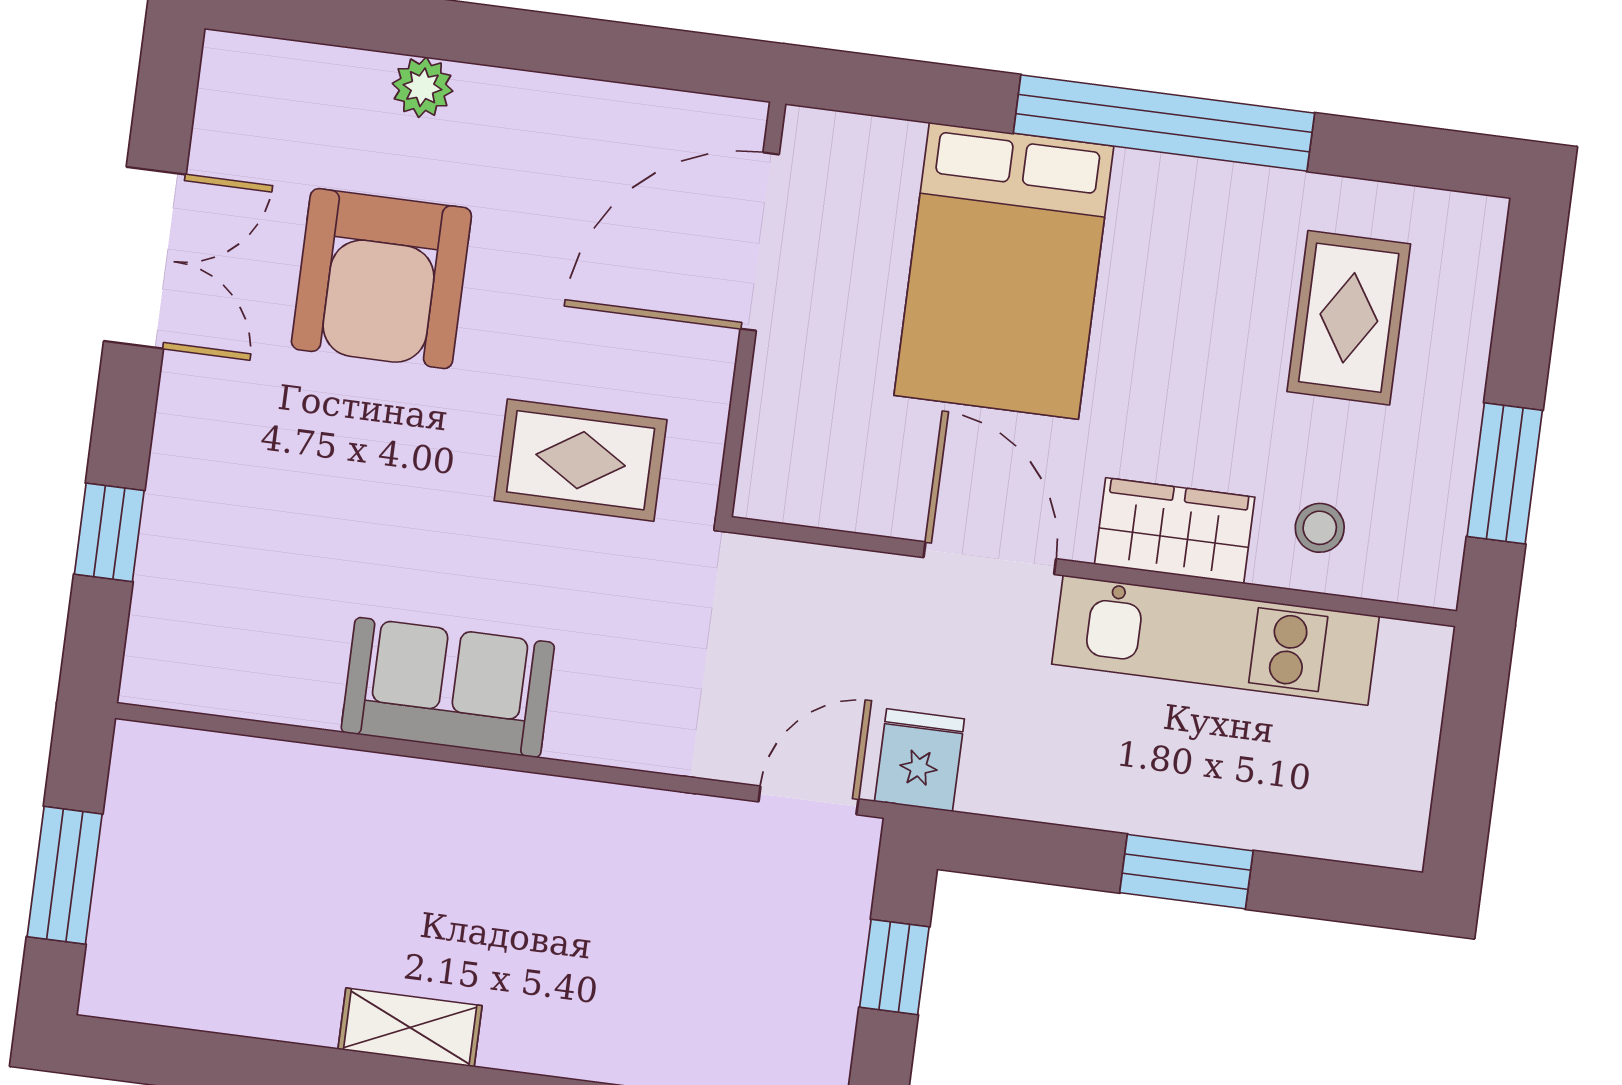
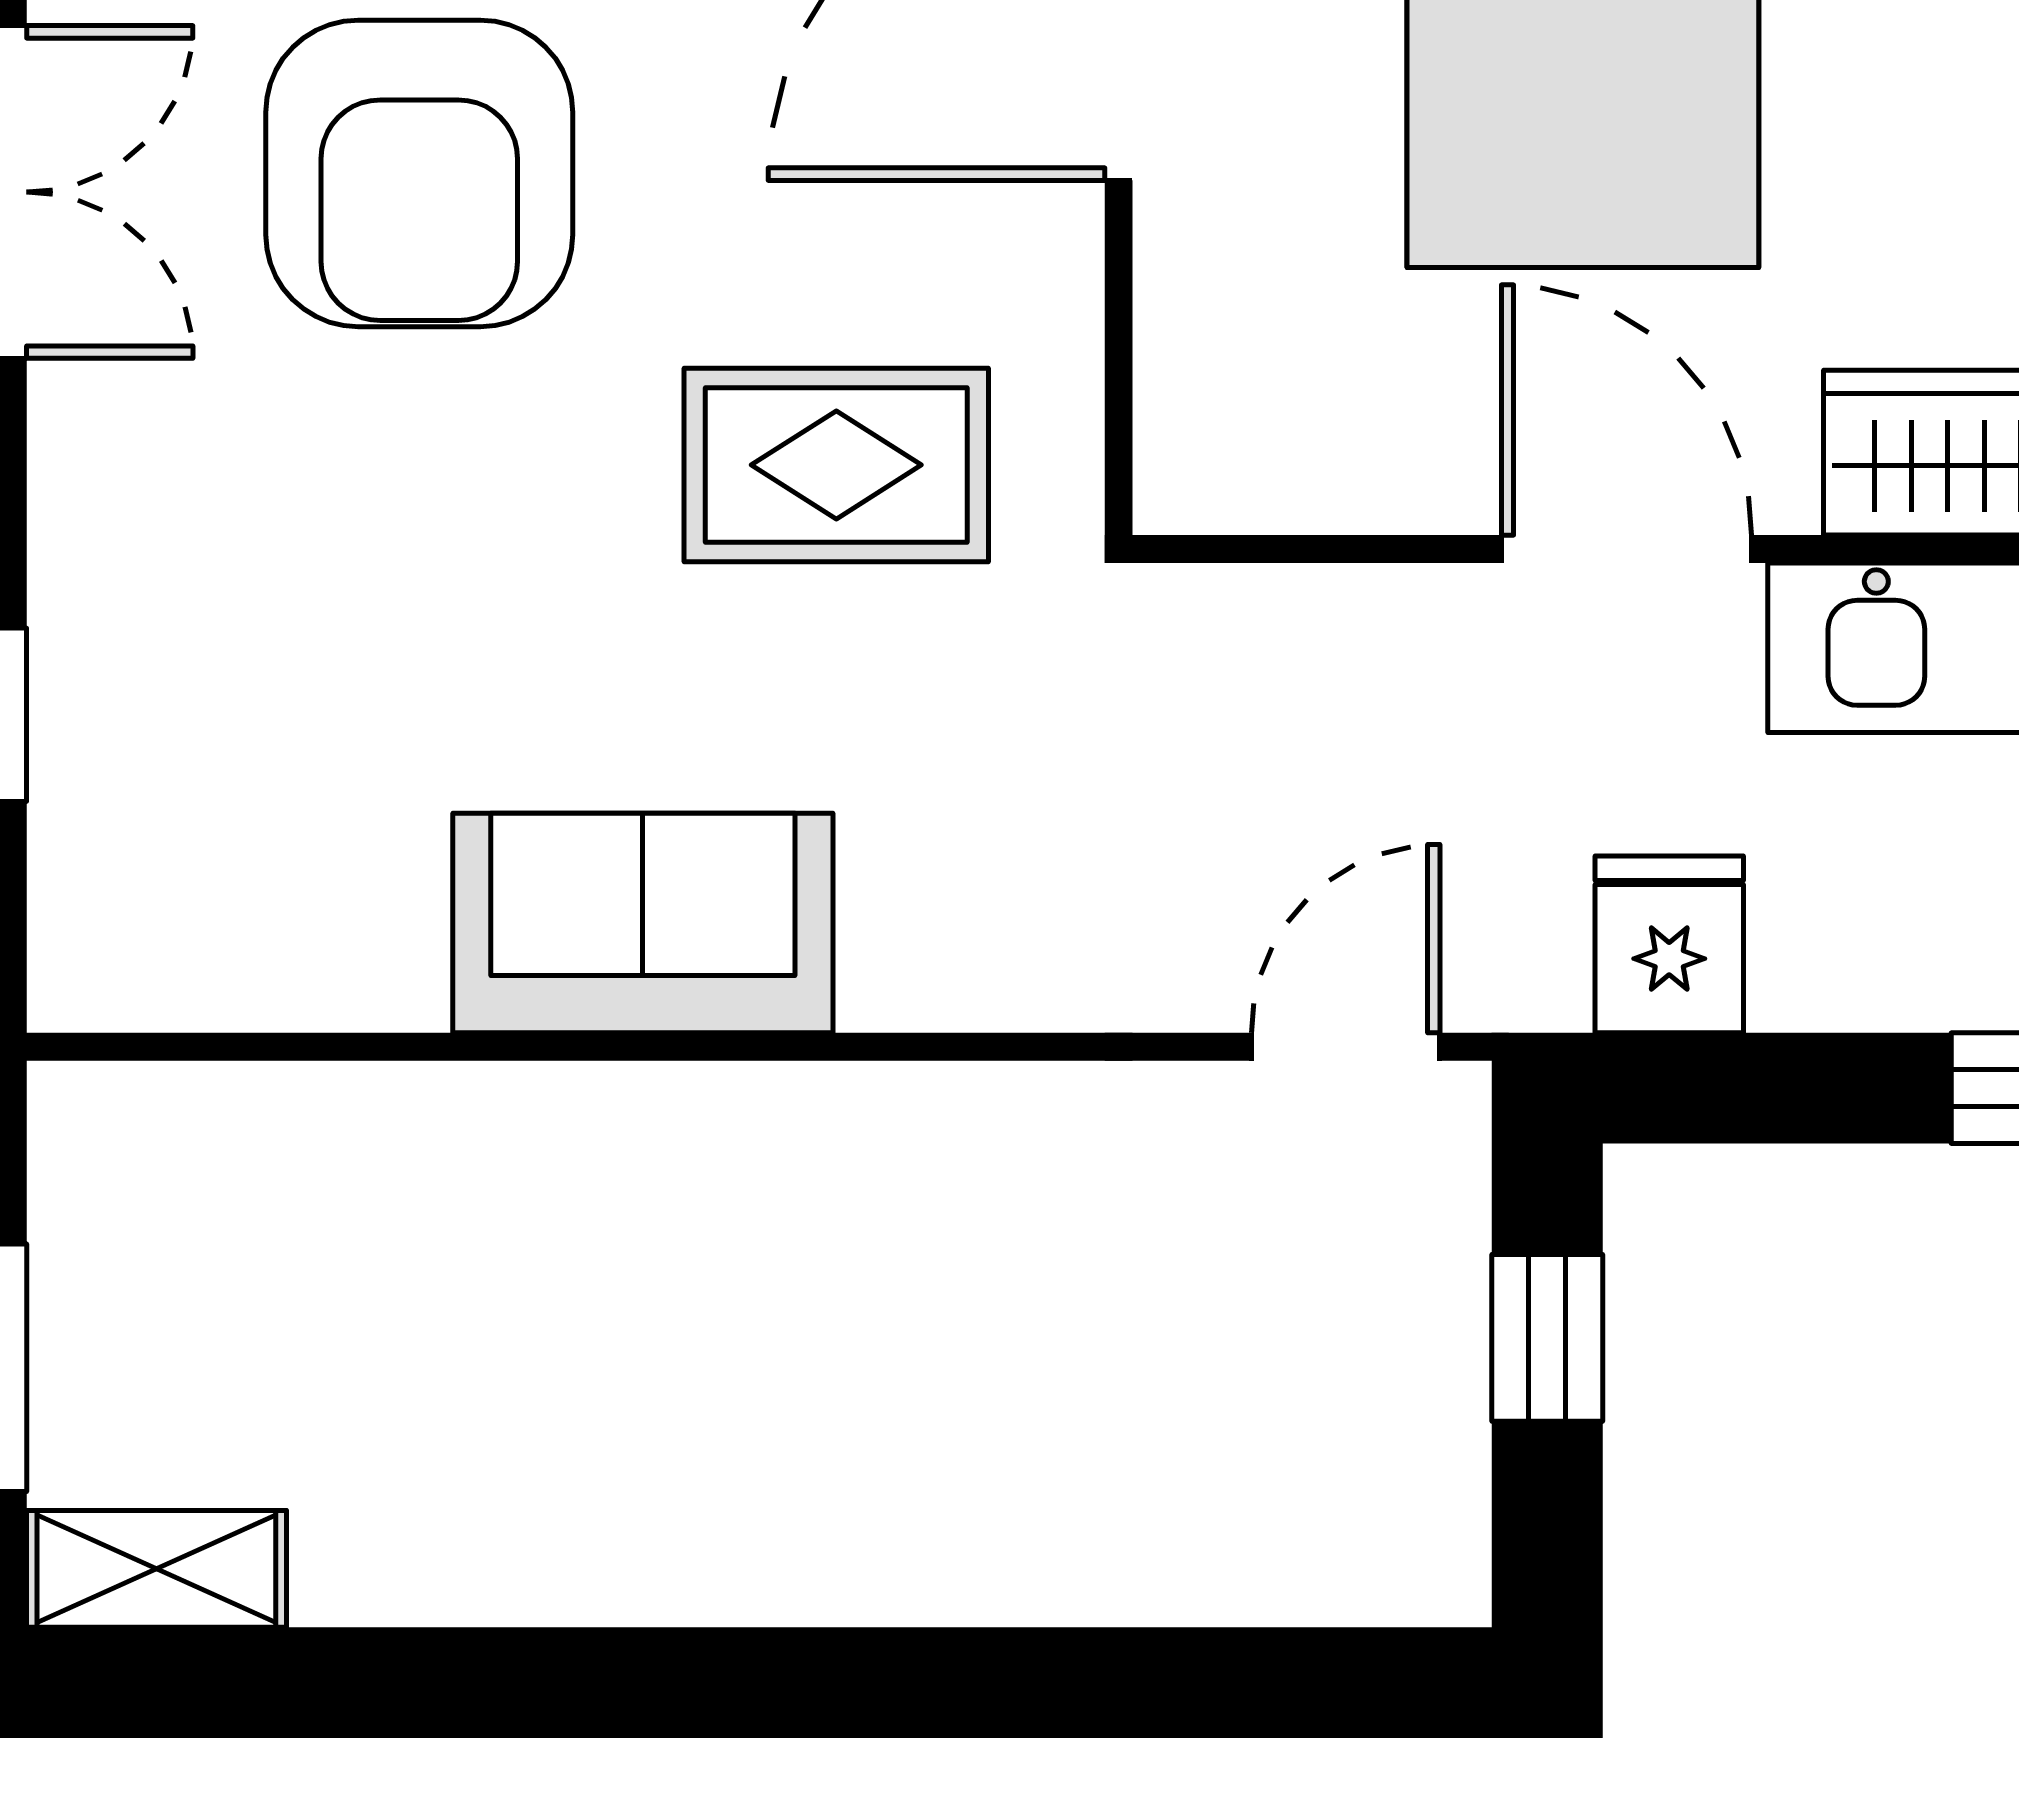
fridge: (919, 760) -> (1669, 944), moved
shelving: (410, 1028) -> (156, 1569), moved

